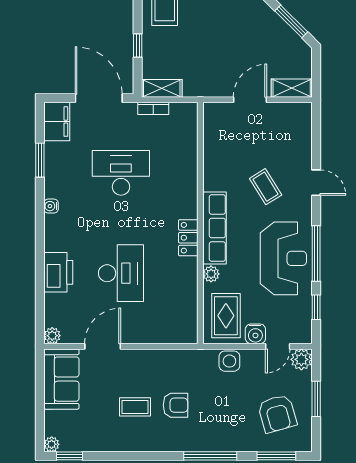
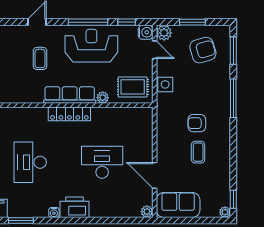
coffee table: (266, 187) -> (40, 58), turned -58
locker: (188, 238) -> (69, 114), width x1.53
printer: (58, 272) -> (74, 207), moved
water cooler: (255, 334) -> (146, 32), moved
armchair: (175, 405) -> (197, 123), turned -90

